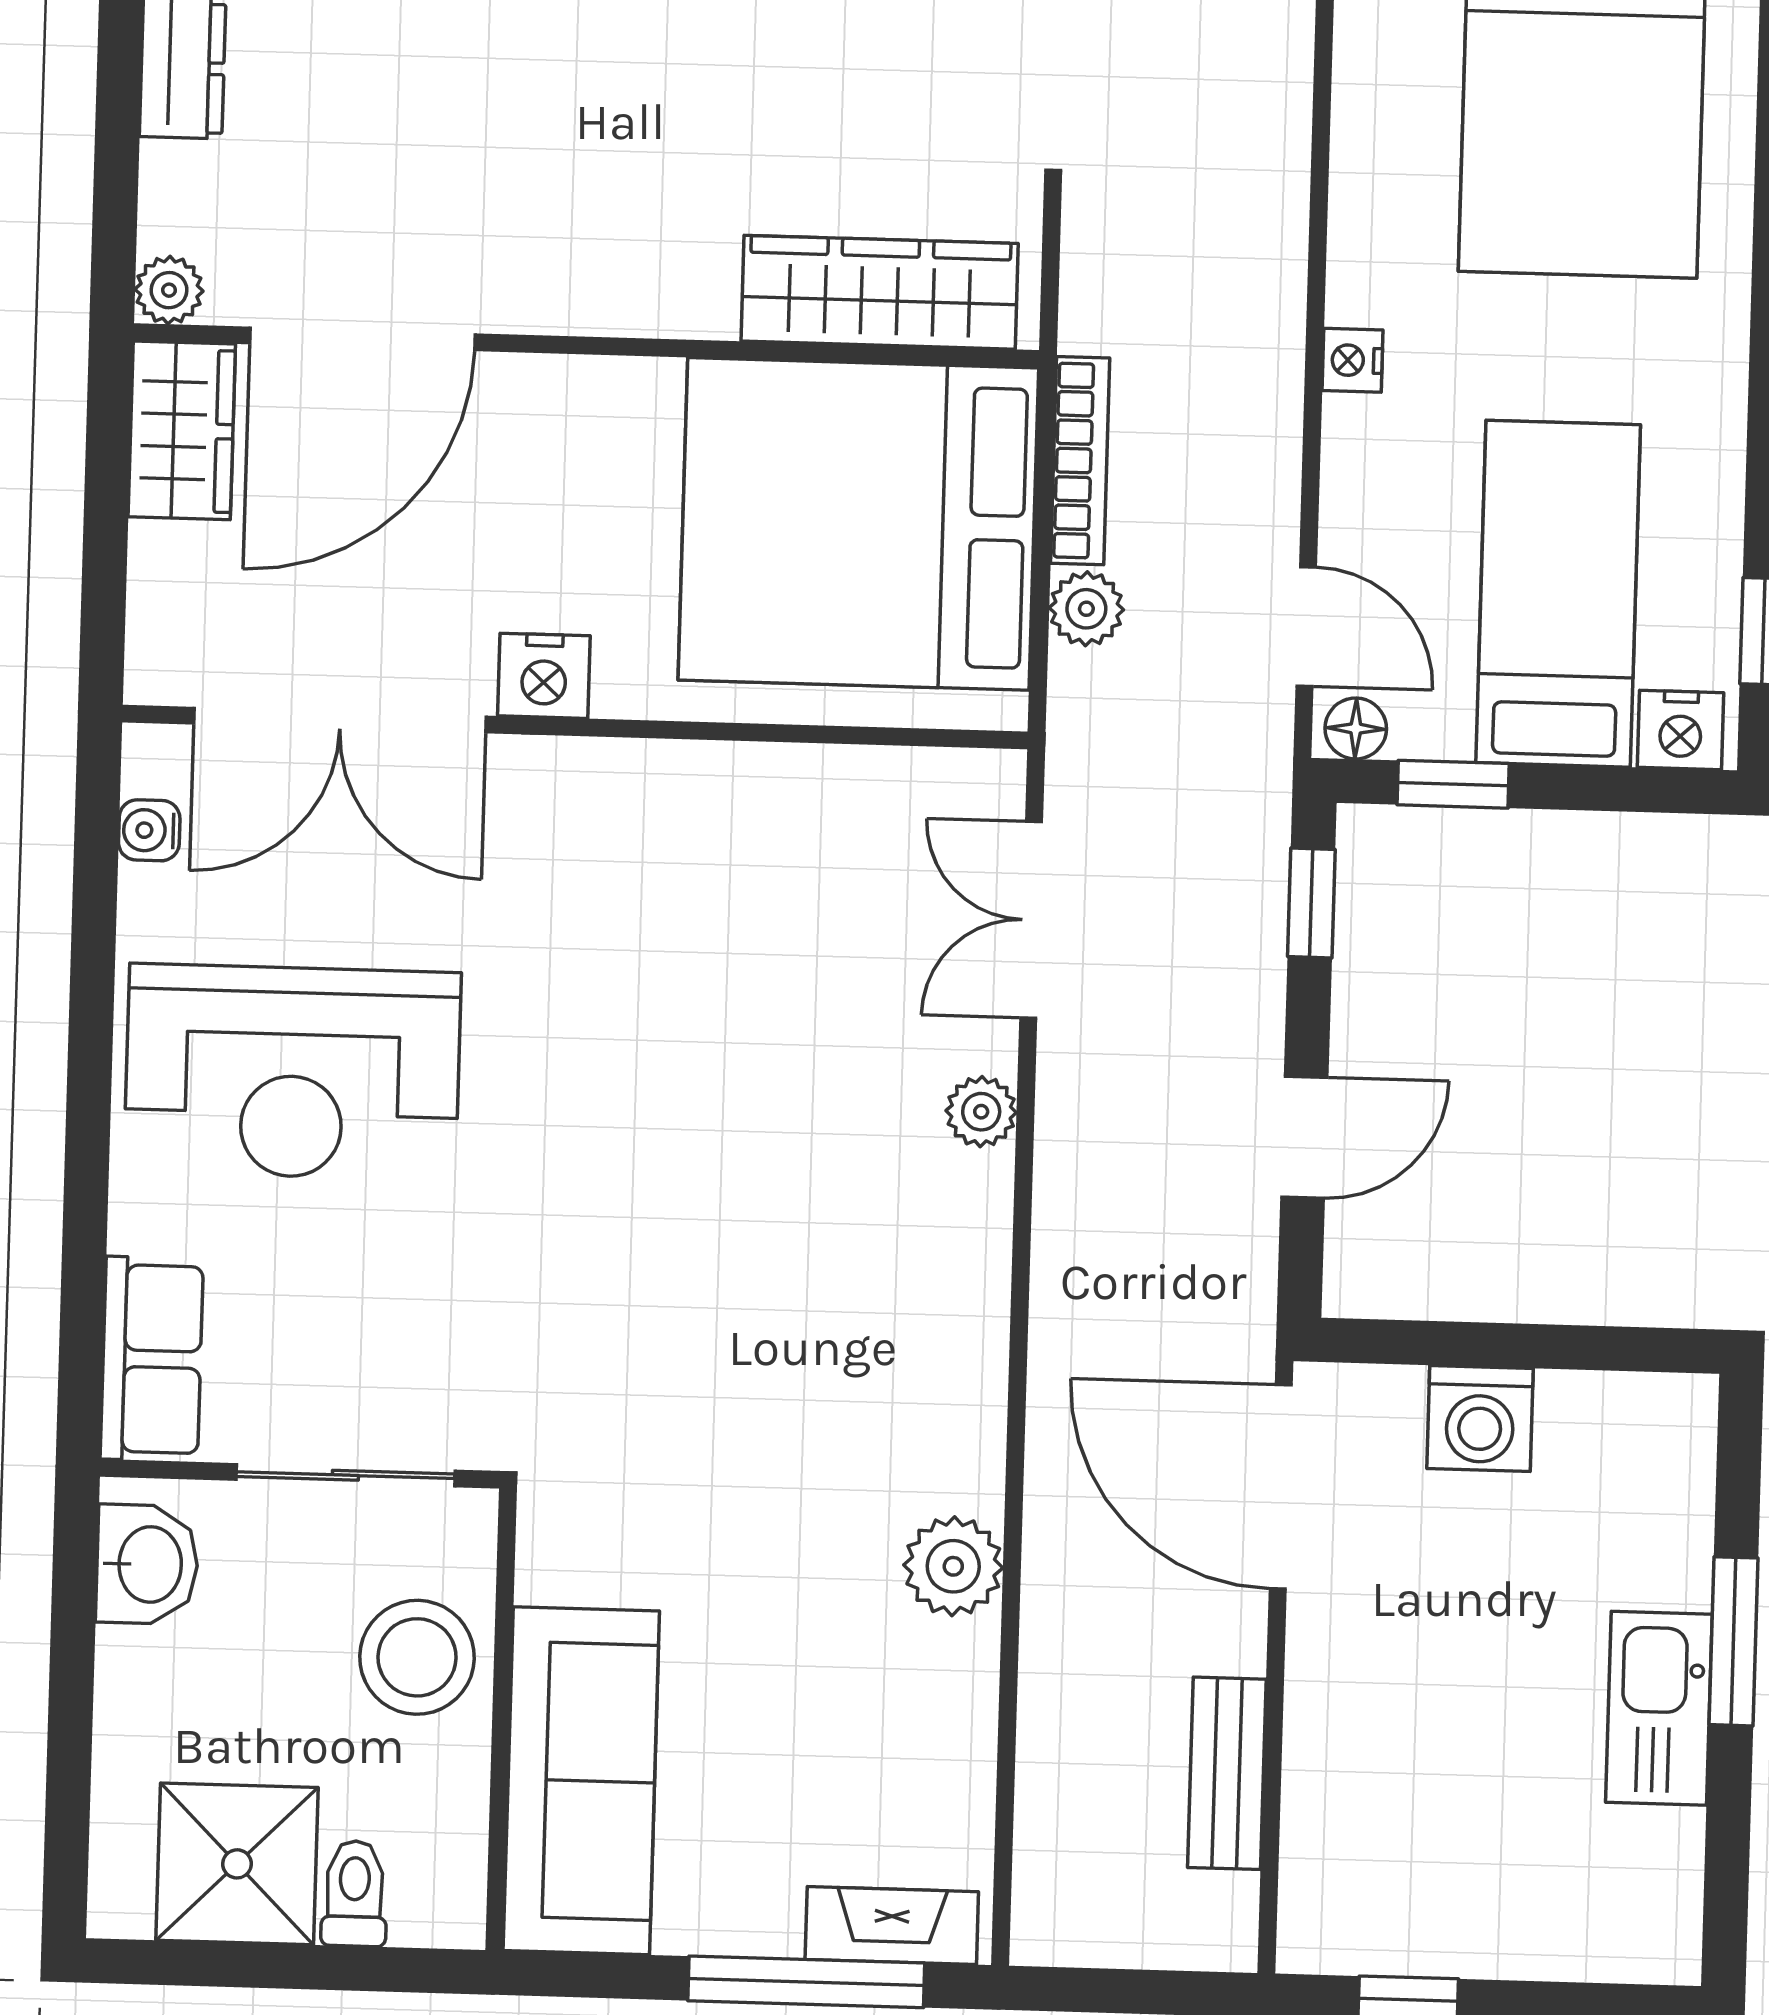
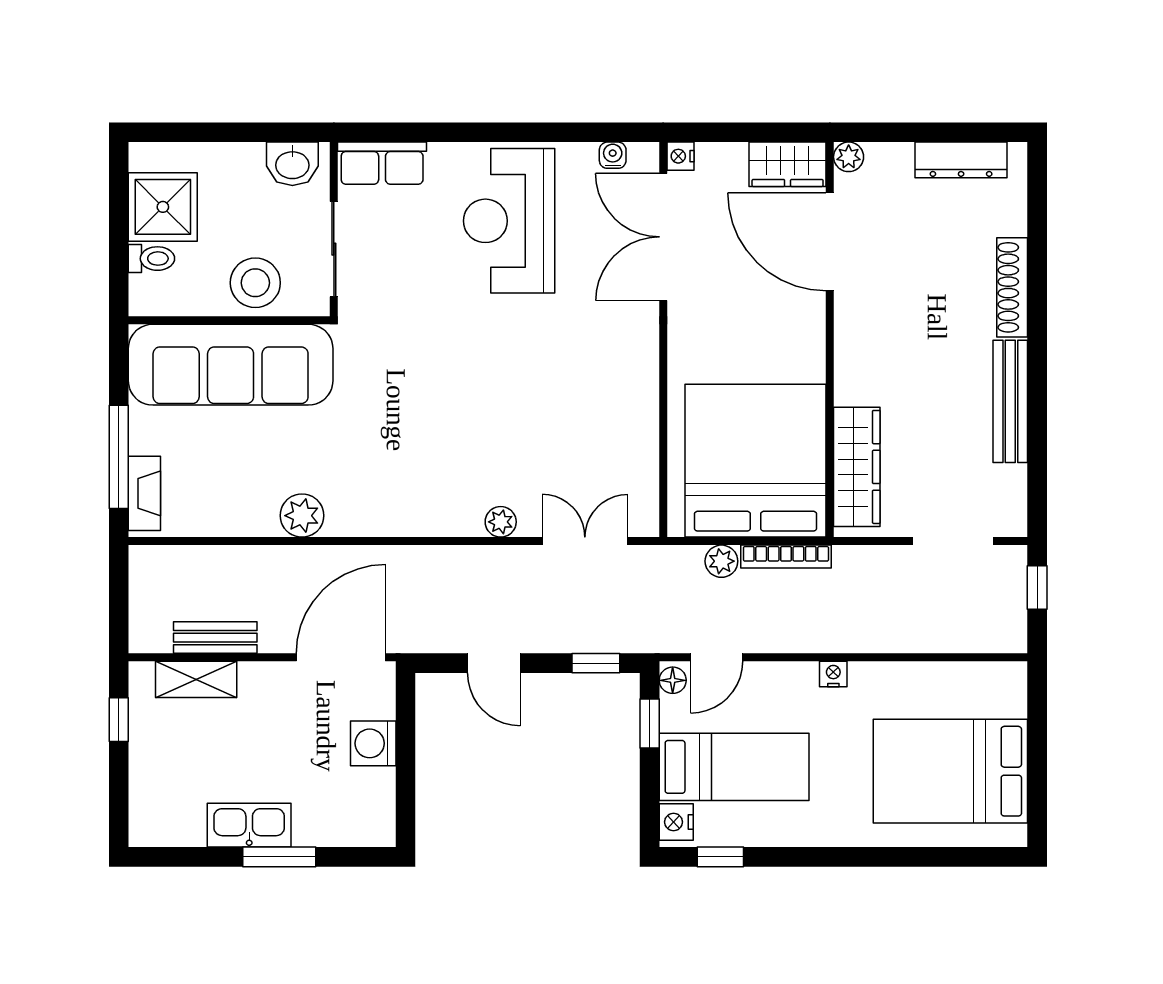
nightstand: (544, 676) -> (680, 156), moved, width x0.72, depth x0.74
sofa: (581, 1781) -> (231, 365), width x1.36, depth x1.27
shelving: (1321, 1820) -> (196, 679), added

